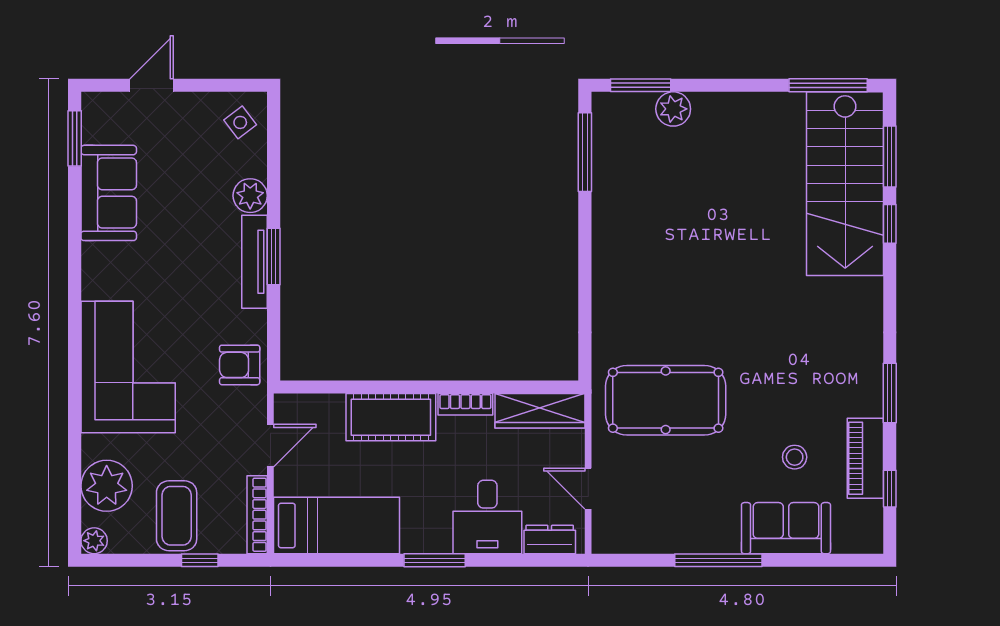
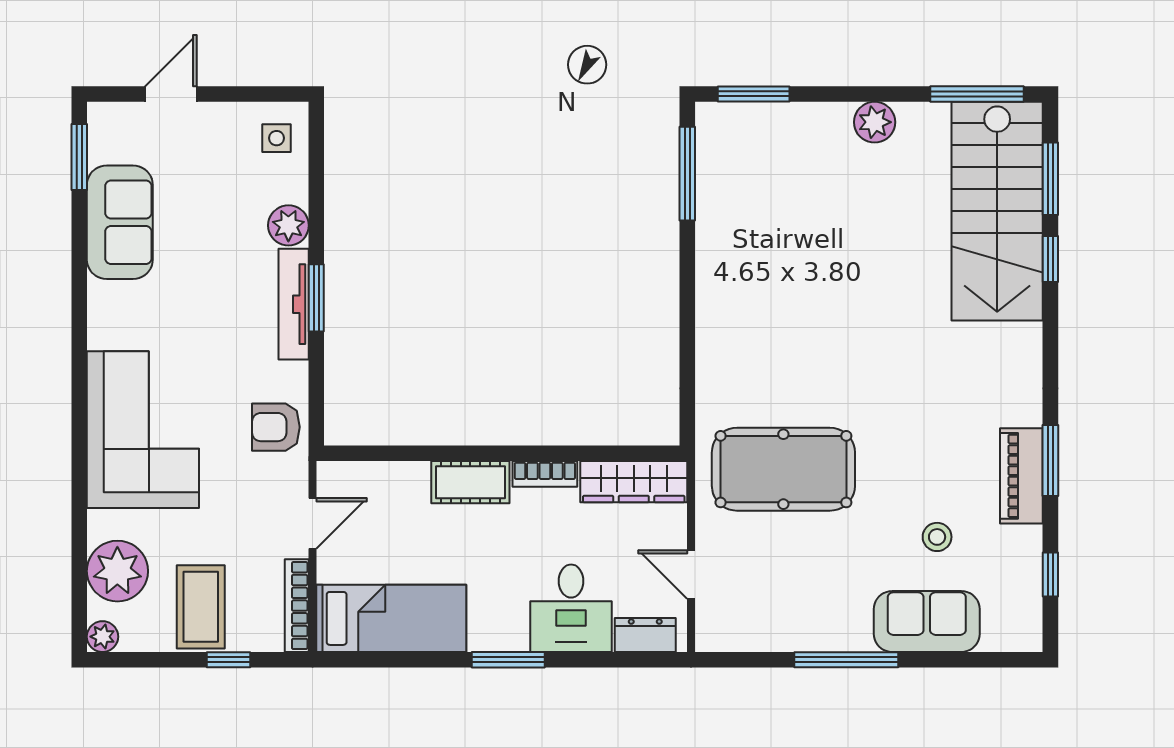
plant: (673, 109) -> (875, 122), moved
side table: (240, 122) -> (277, 138), turned 37
cot: (391, 417) -> (470, 482), width x0.73, depth x0.75
piano: (865, 458) -> (1021, 476), moved

